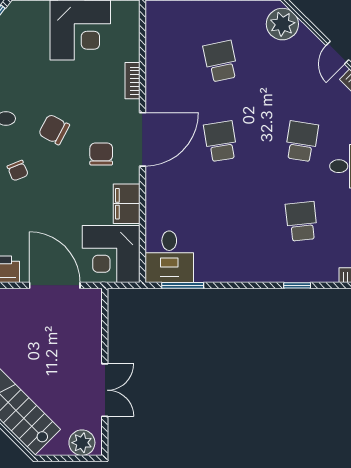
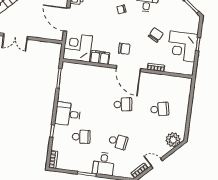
chair: (54, 129) -> (156, 35), moved
desk: (169, 257) -> (68, 114), moved
door: (55, 285) -> (67, 20), swing flipped

